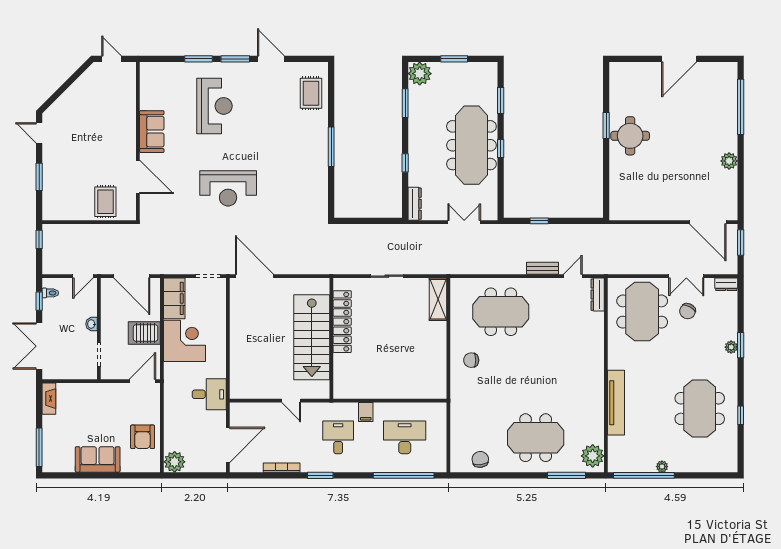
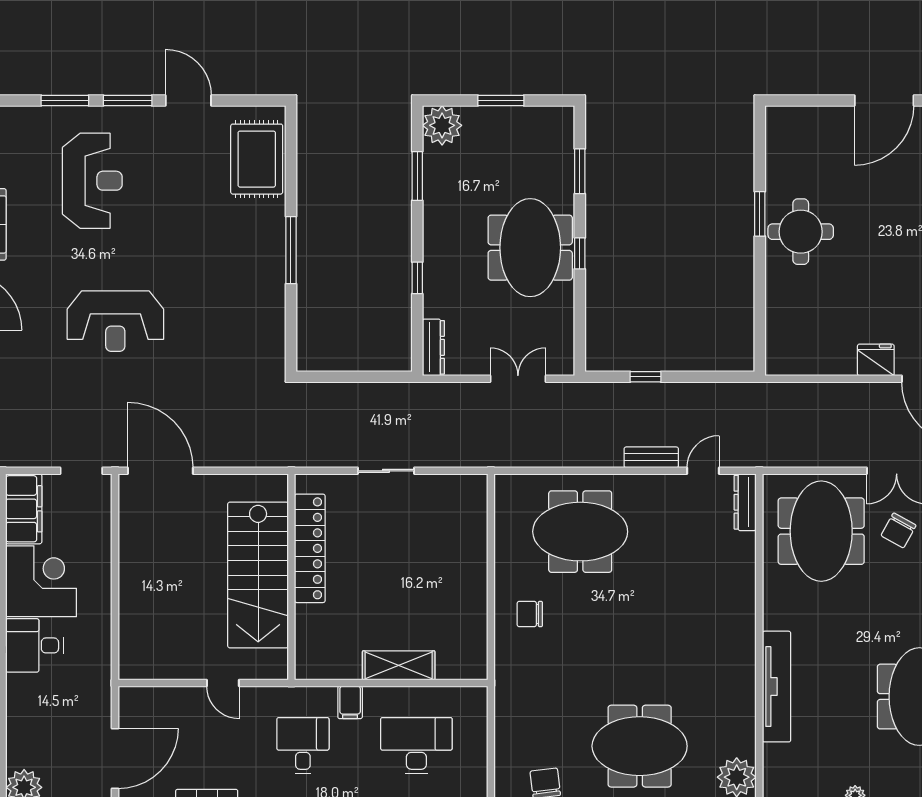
rug: (311, 93) -> (257, 159), width x1.36, depth x1.43
meeting table: (471, 145) -> (530, 248), width x0.73
fridge: (674, 211) -> (876, 360), added
shelving: (438, 299) -> (399, 665), moved, turned 90
desk: (209, 394) -> (34, 645), moved, turned 180

